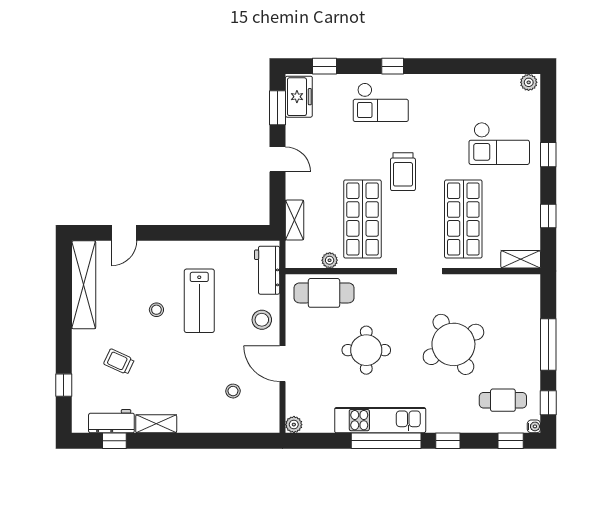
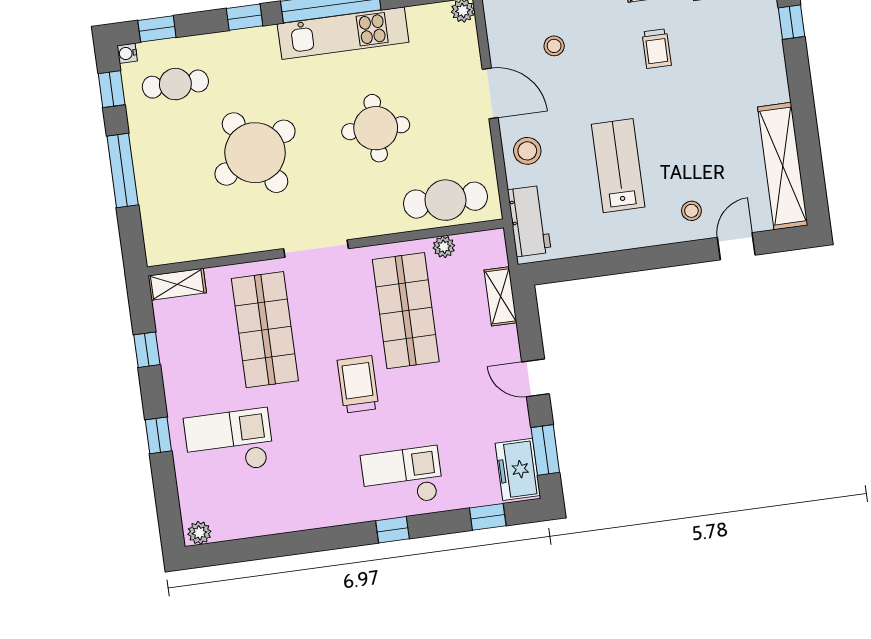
stool: (156, 310) -> (691, 211), moved
trolley: (119, 362) -> (657, 49), moved, turned 65

